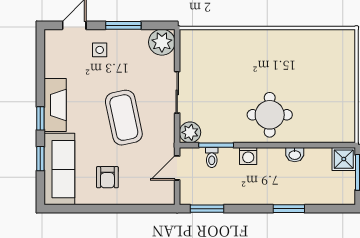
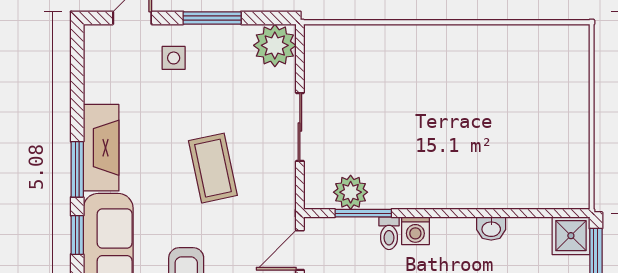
round table: (270, 115) -> (450, 164), removed
window: (40, 118) -> (77, 169), width x1.50
coffee table: (124, 118) -> (213, 168), width x0.73, depth x0.76
plant: (190, 132) -> (351, 192), moved
toilet: (212, 158) -> (389, 233), moved

